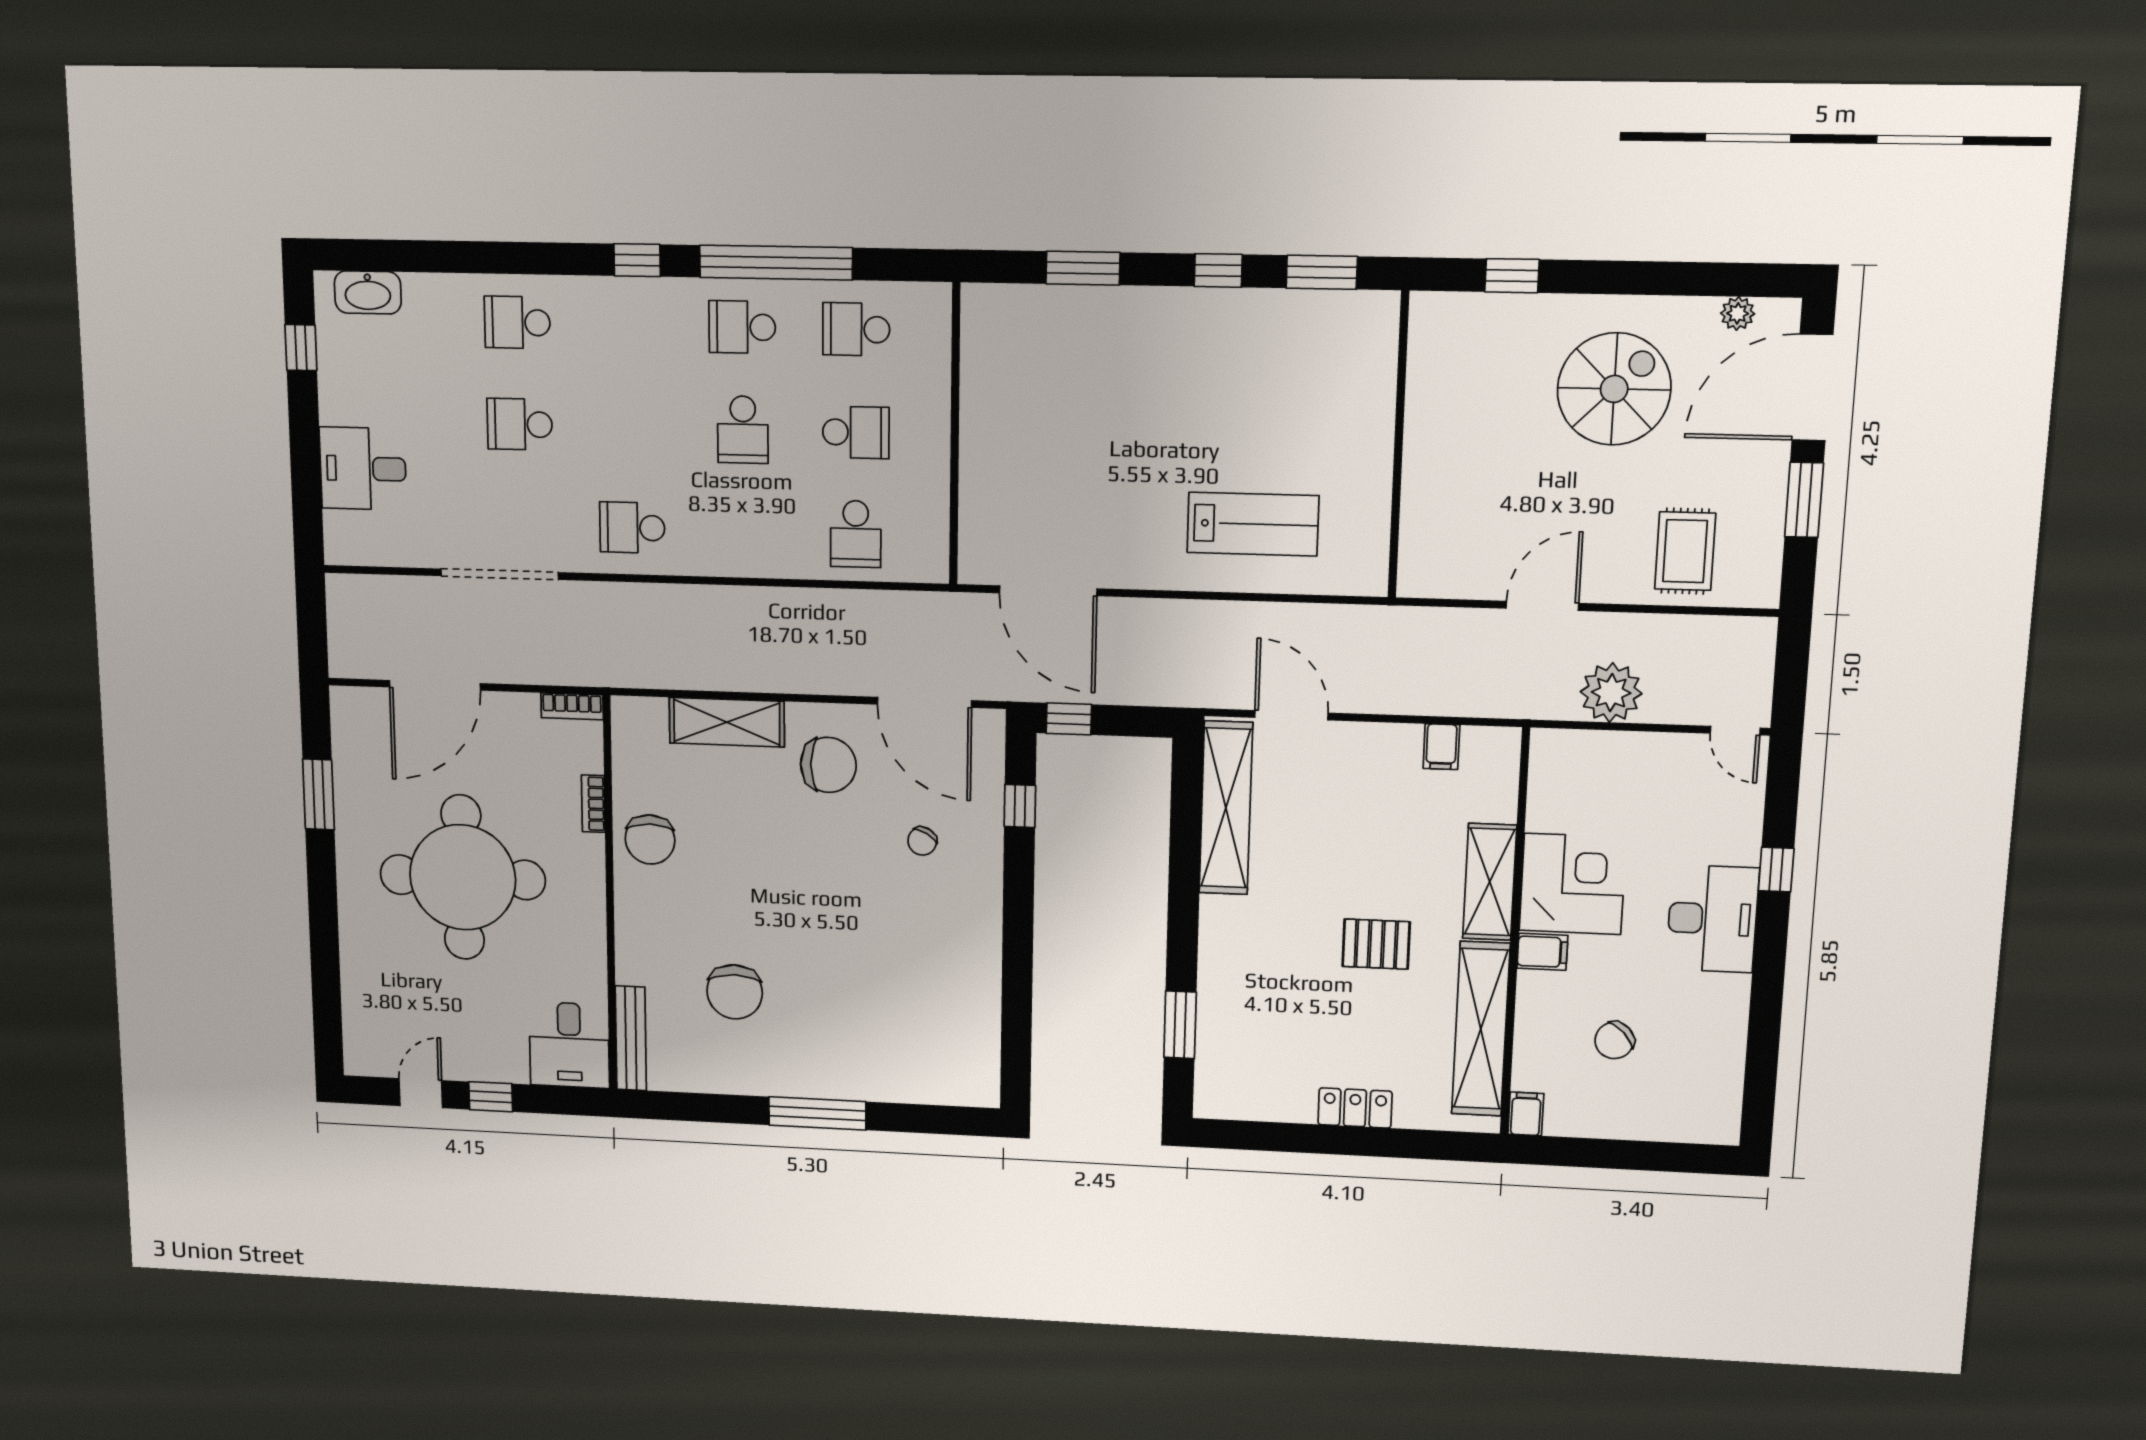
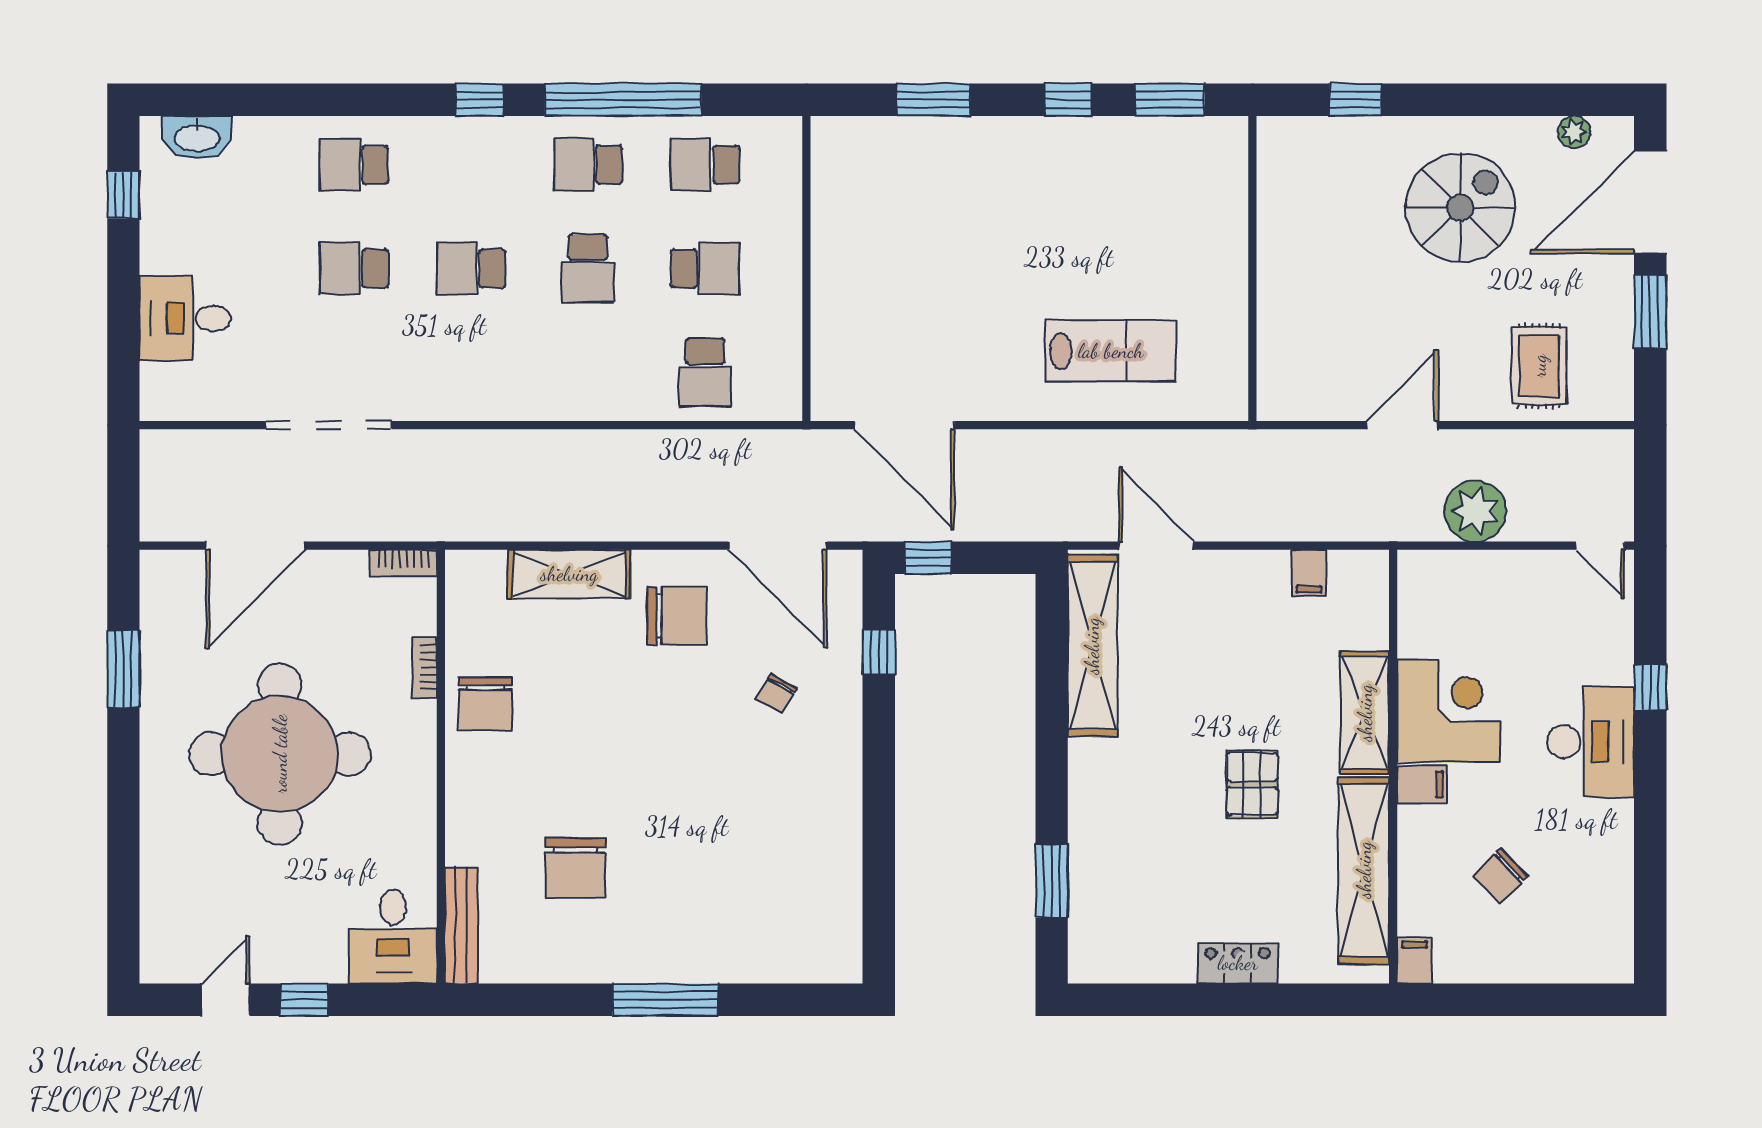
school desk: (632, 528) -> (471, 268), moved
pallet: (1376, 944) -> (1252, 784), turned 90

